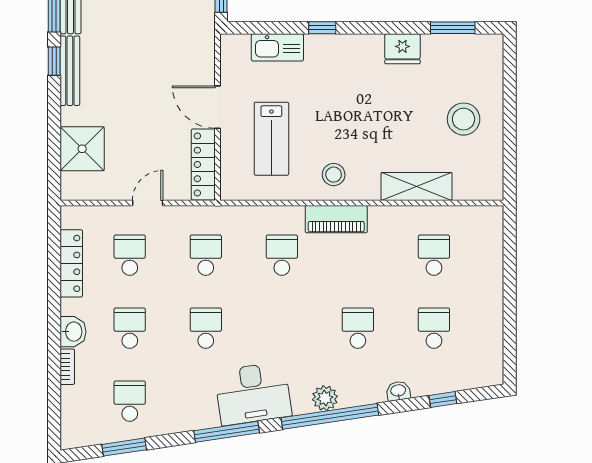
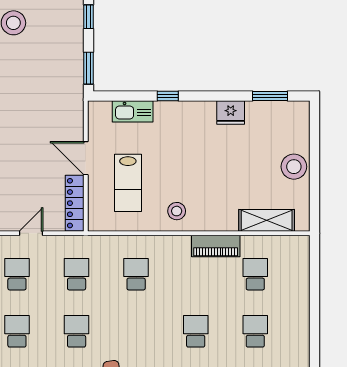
stool: (464, 119) -> (294, 167), moved
shelving: (417, 186) -> (267, 220), moved
piano: (336, 219) -> (216, 246), moved

